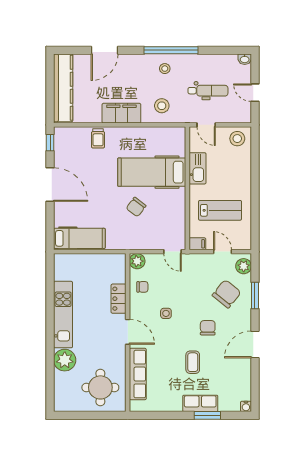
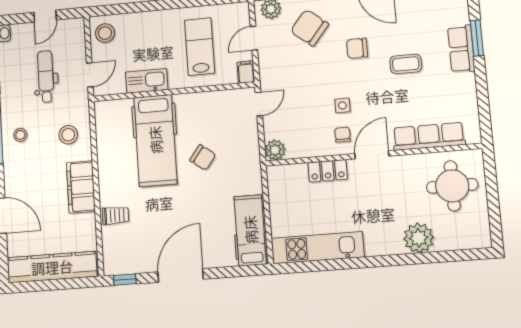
chair: (142, 287) -> (343, 135), moved
kitchen unit: (63, 315) -> (318, 248), moved

